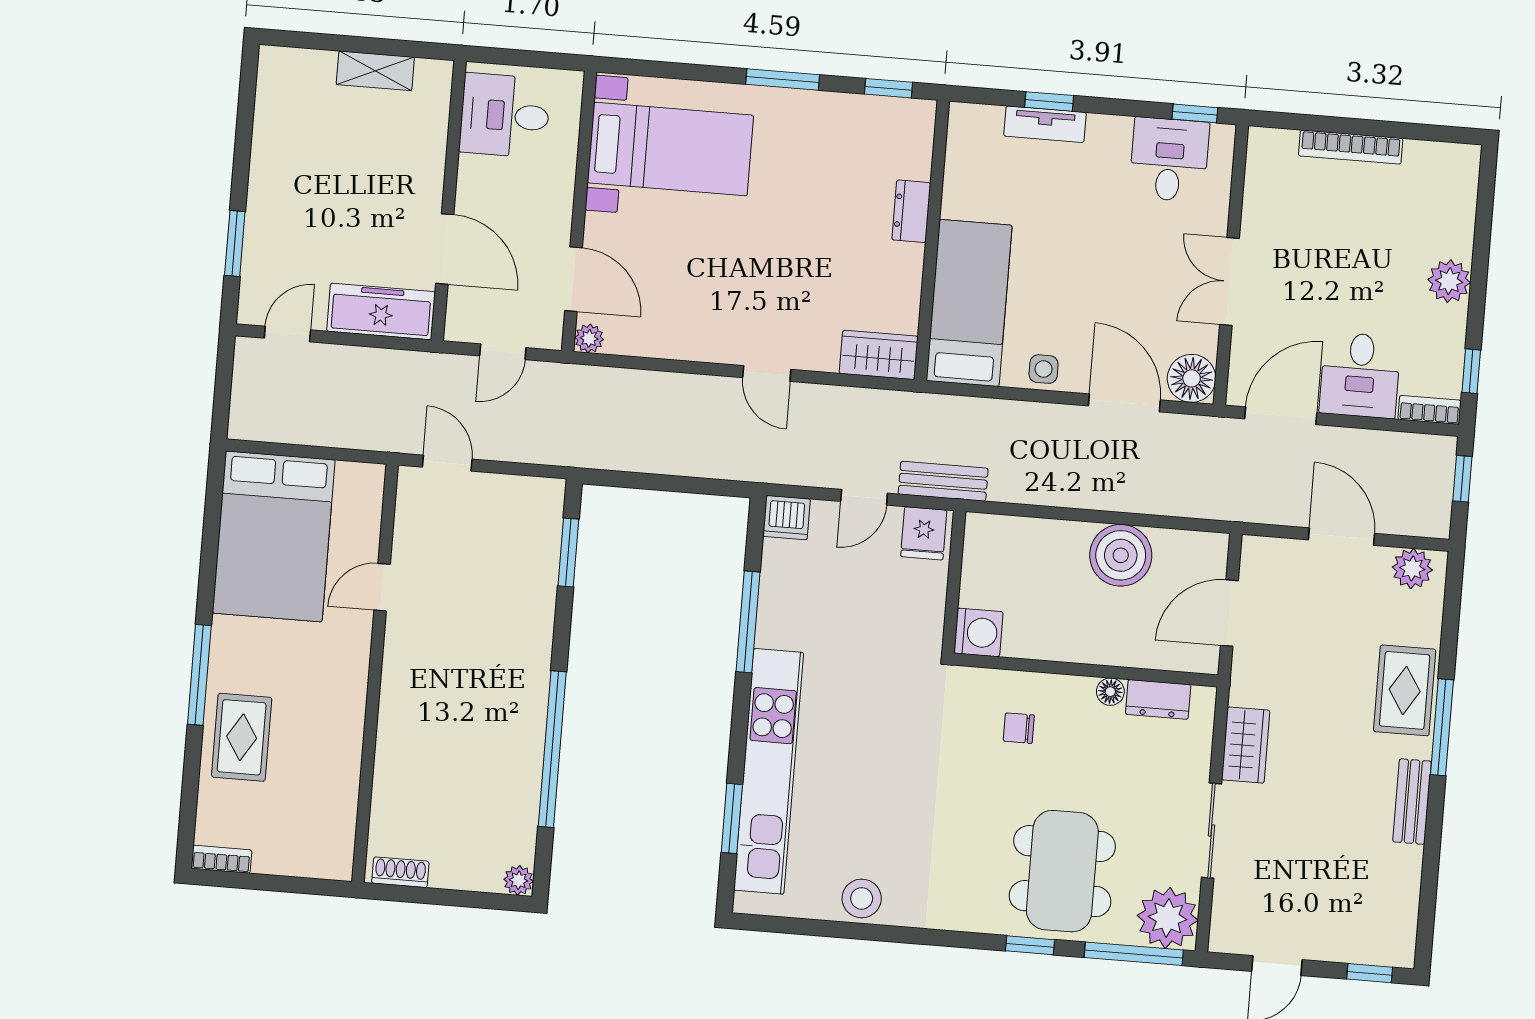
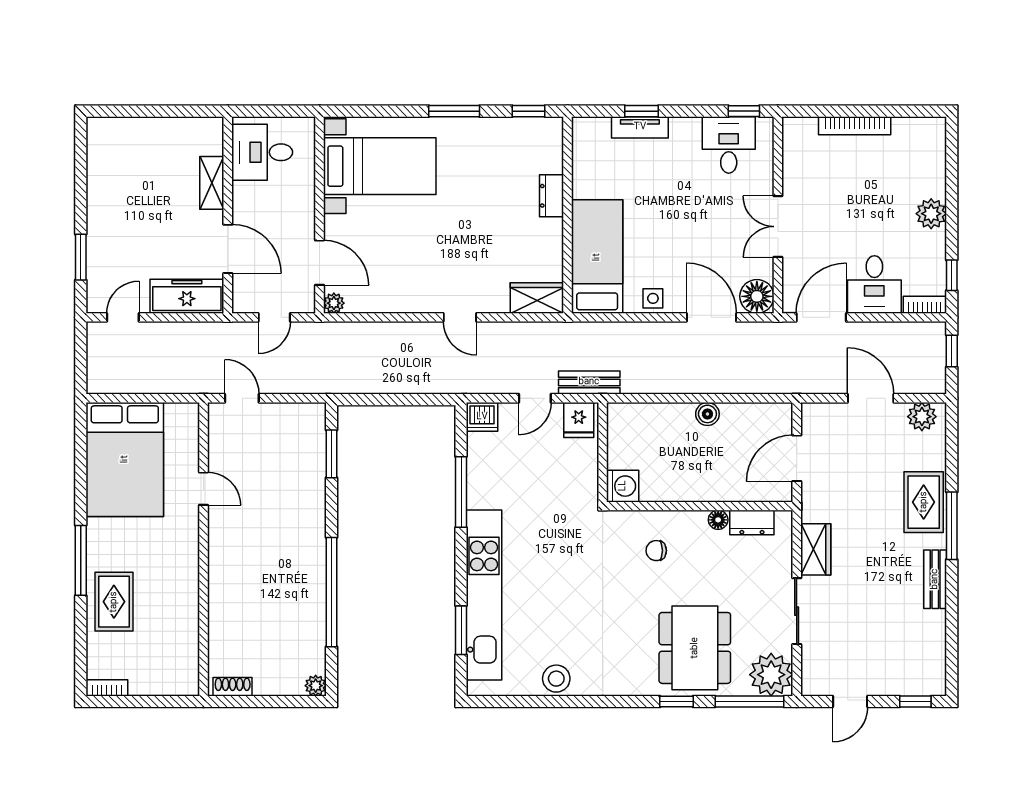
shelving: (375, 71) -> (212, 183), moved, turned 90
boiler: (1121, 555) -> (707, 414), width x0.54, depth x0.54
door: (382, 587) -> (204, 489), swing flipped

